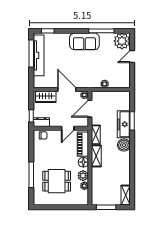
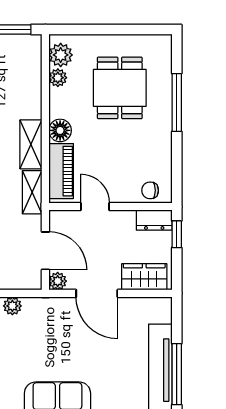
door: (90, 109) -> (45, 251), hinge flipped
door: (68, 128) -> (95, 207), hinge flipped
plant: (83, 176) -> (61, 55), moved
dining table: (57, 181) -> (120, 88), turned 90

